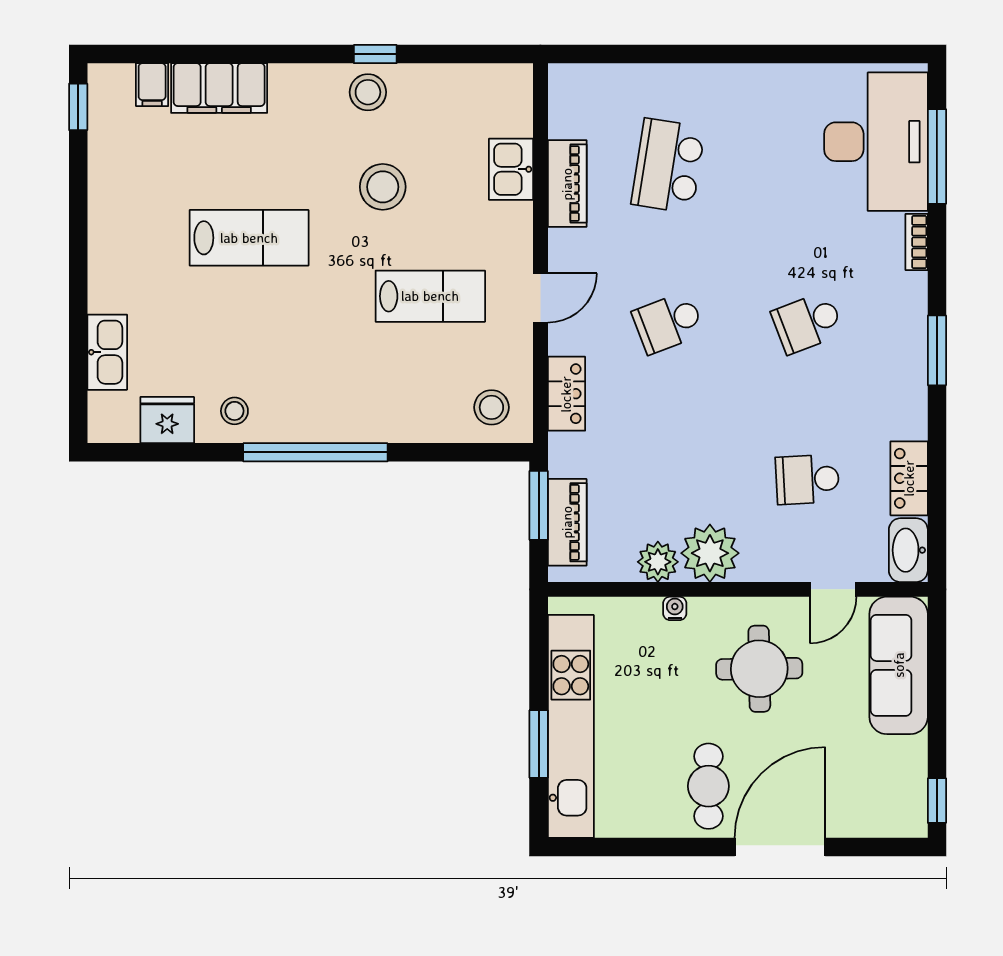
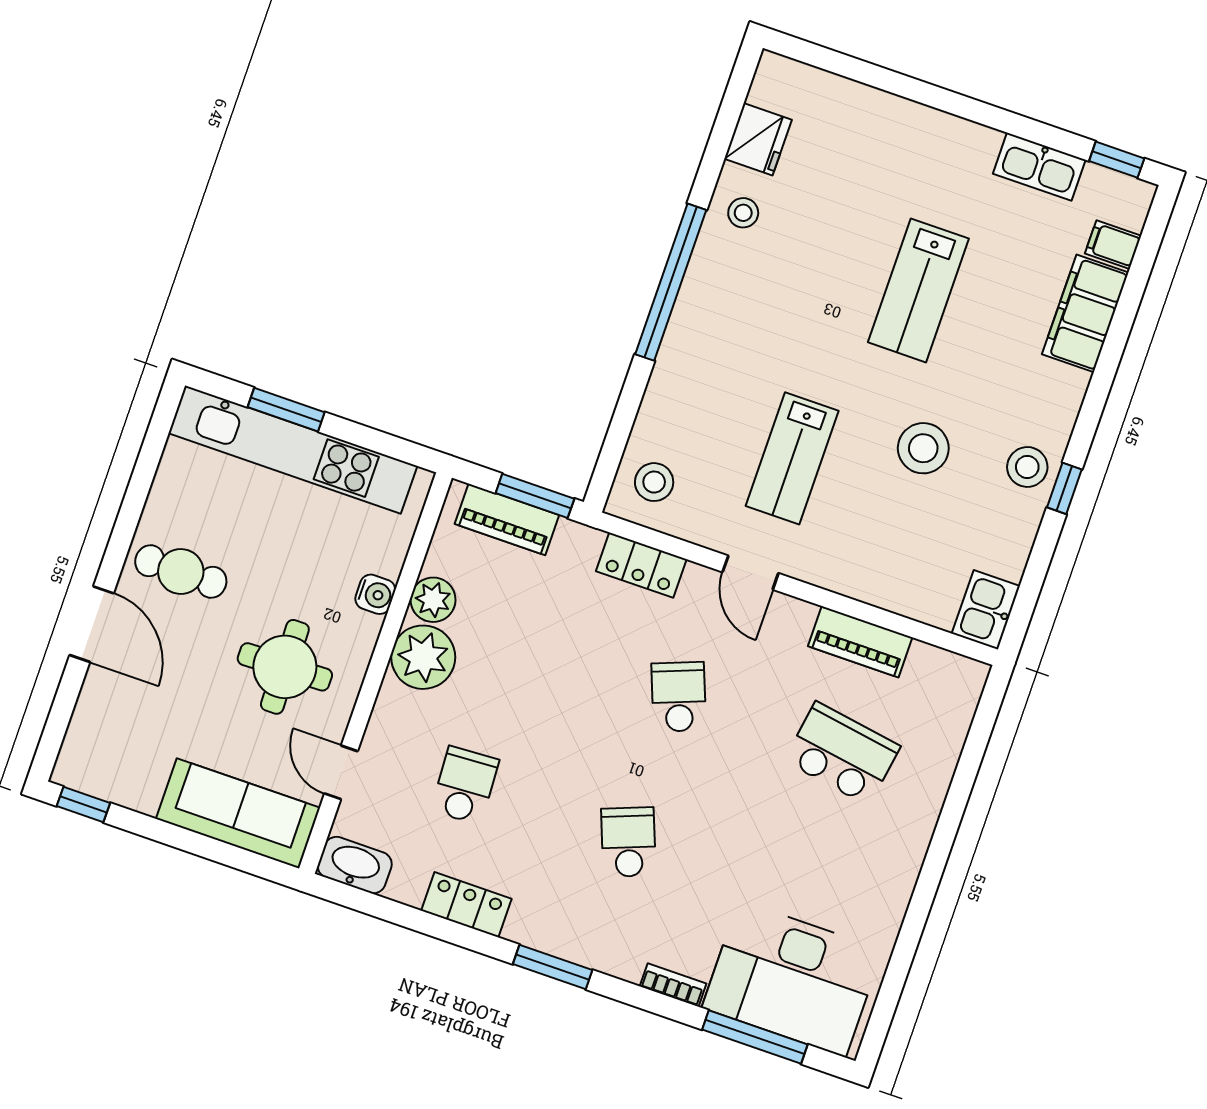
kitchen sink: (511, 169) -> (986, 610), moved, turned -90
kitchen sink: (107, 352) -> (1039, 167), moved
locker: (909, 478) -> (466, 905), moved
water cooler: (675, 608) -> (375, 594), width x1.38, depth x1.38
door: (780, 847) -> (92, 624), width x0.73

